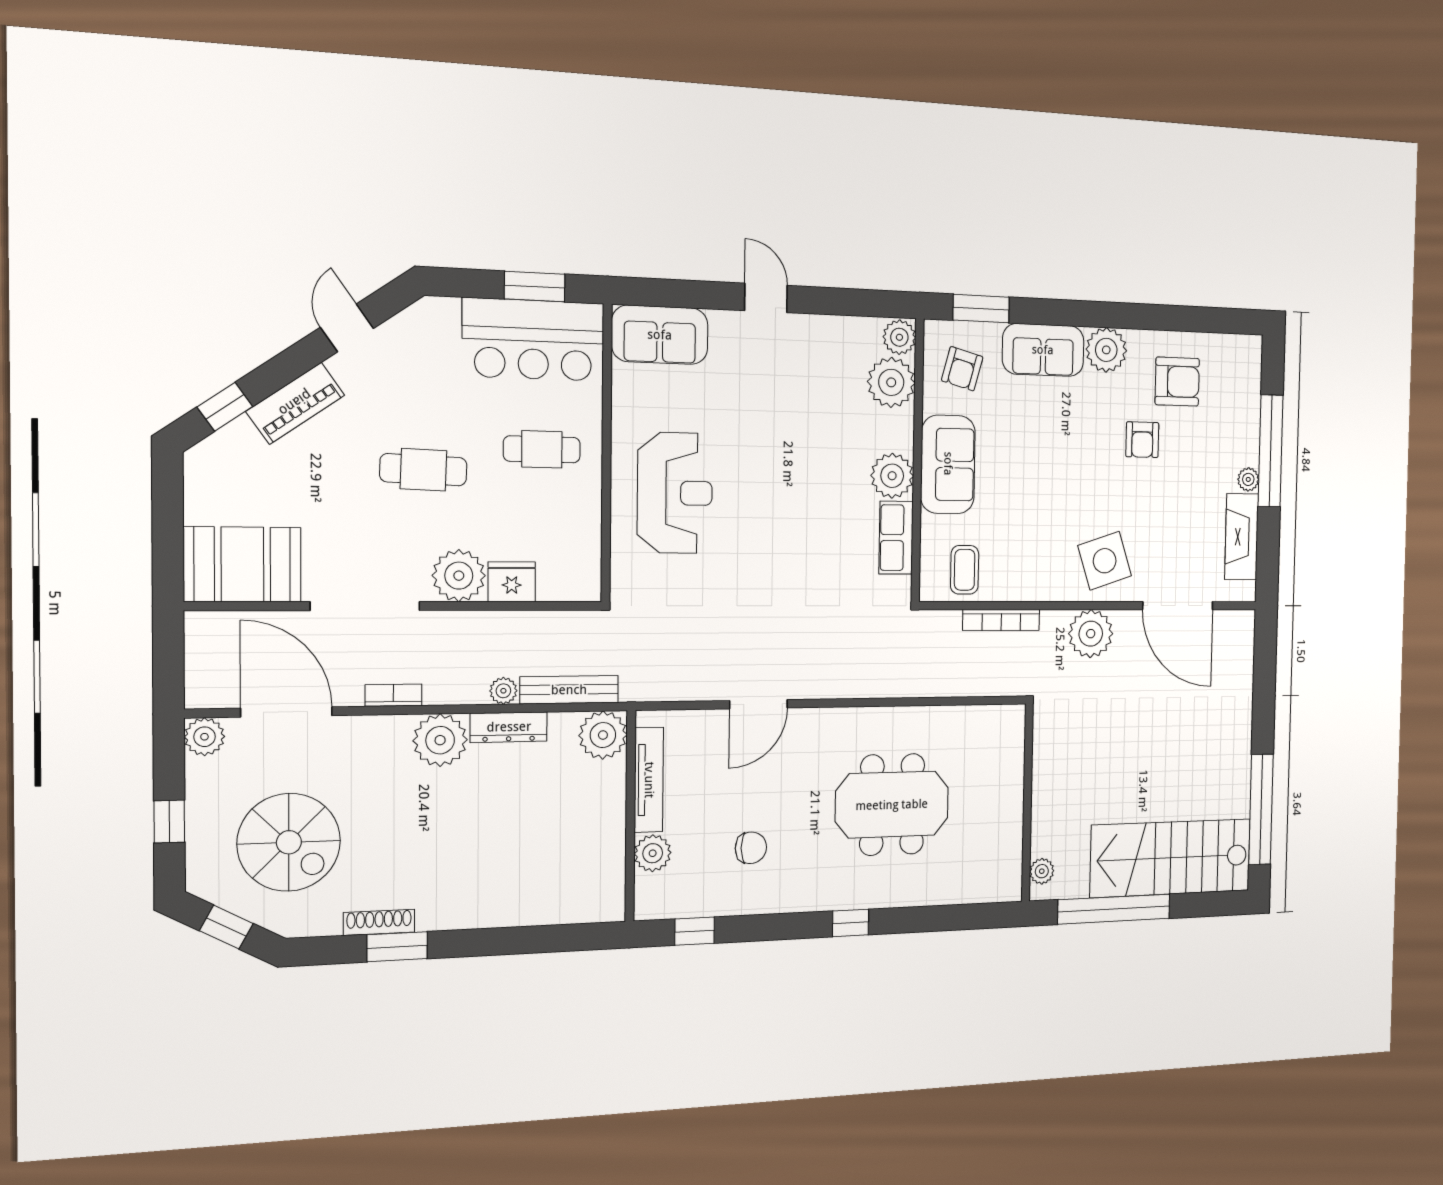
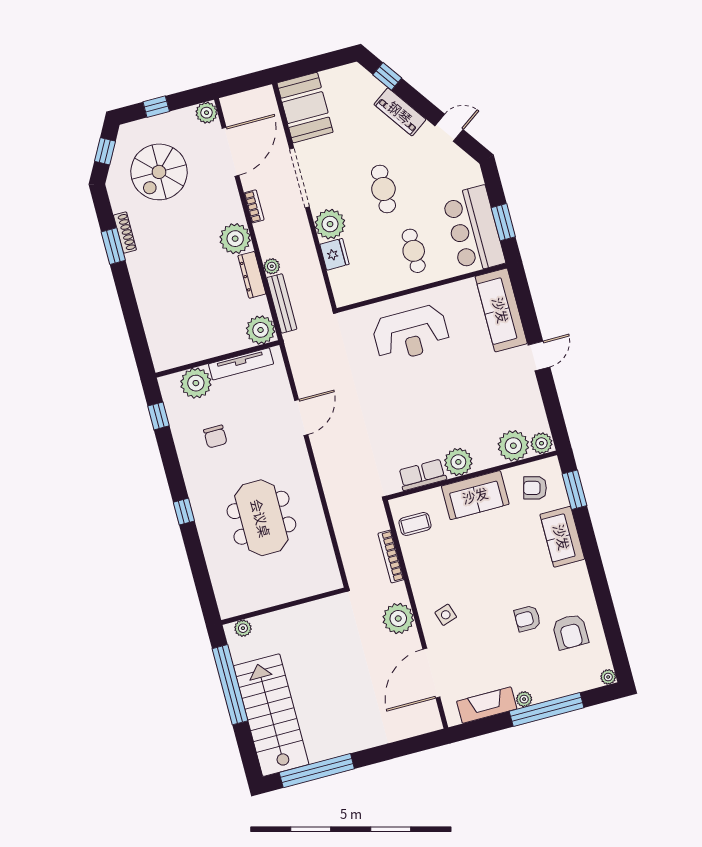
sofa: (660, 335) -> (501, 310), width x1.36
plant: (1106, 350) -> (608, 677), moved, width x0.53, depth x0.53
side table: (1105, 561) -> (446, 615), width x0.54, depth x0.54
door: (759, 704) -> (301, 418), swing flipped
plant: (653, 853) -> (196, 383), width x1.36, depth x1.36

